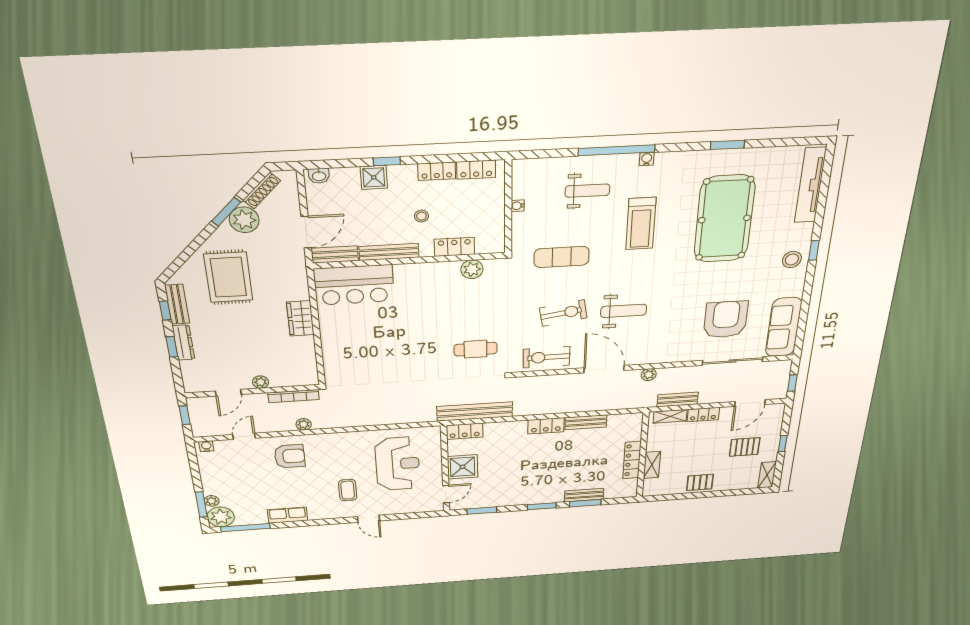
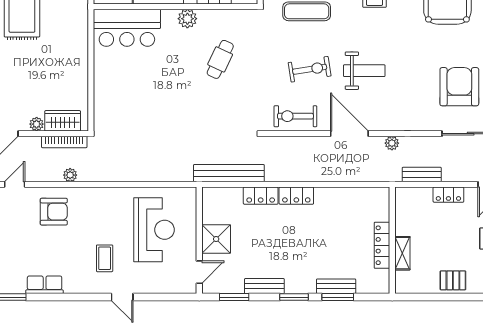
plant: (472, 269) -> (187, 19), moved
wardrobe: (300, 318) -> (63, 121), moved, turned 90
cafe table: (476, 349) -> (220, 59), moved, turned -65
shelving: (670, 416) -> (416, 194), removed
bench: (586, 422) -> (264, 286), moved
locker: (465, 431) -> (261, 196), moved

